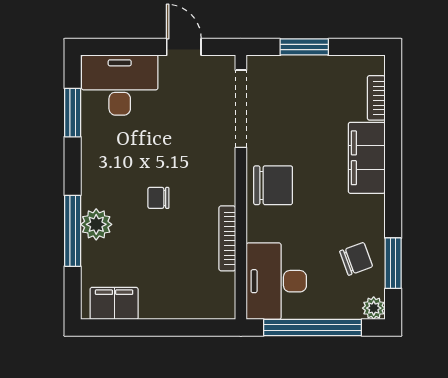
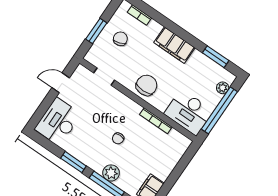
doorway: (241, 109) -> (104, 77), width x0.53
window: (73, 113) -> (73, 162), moved
filing cabinet: (367, 158) -> (174, 45), moved
chair: (356, 259) -> (120, 39), moved
plant: (374, 308) -> (223, 88), moved

